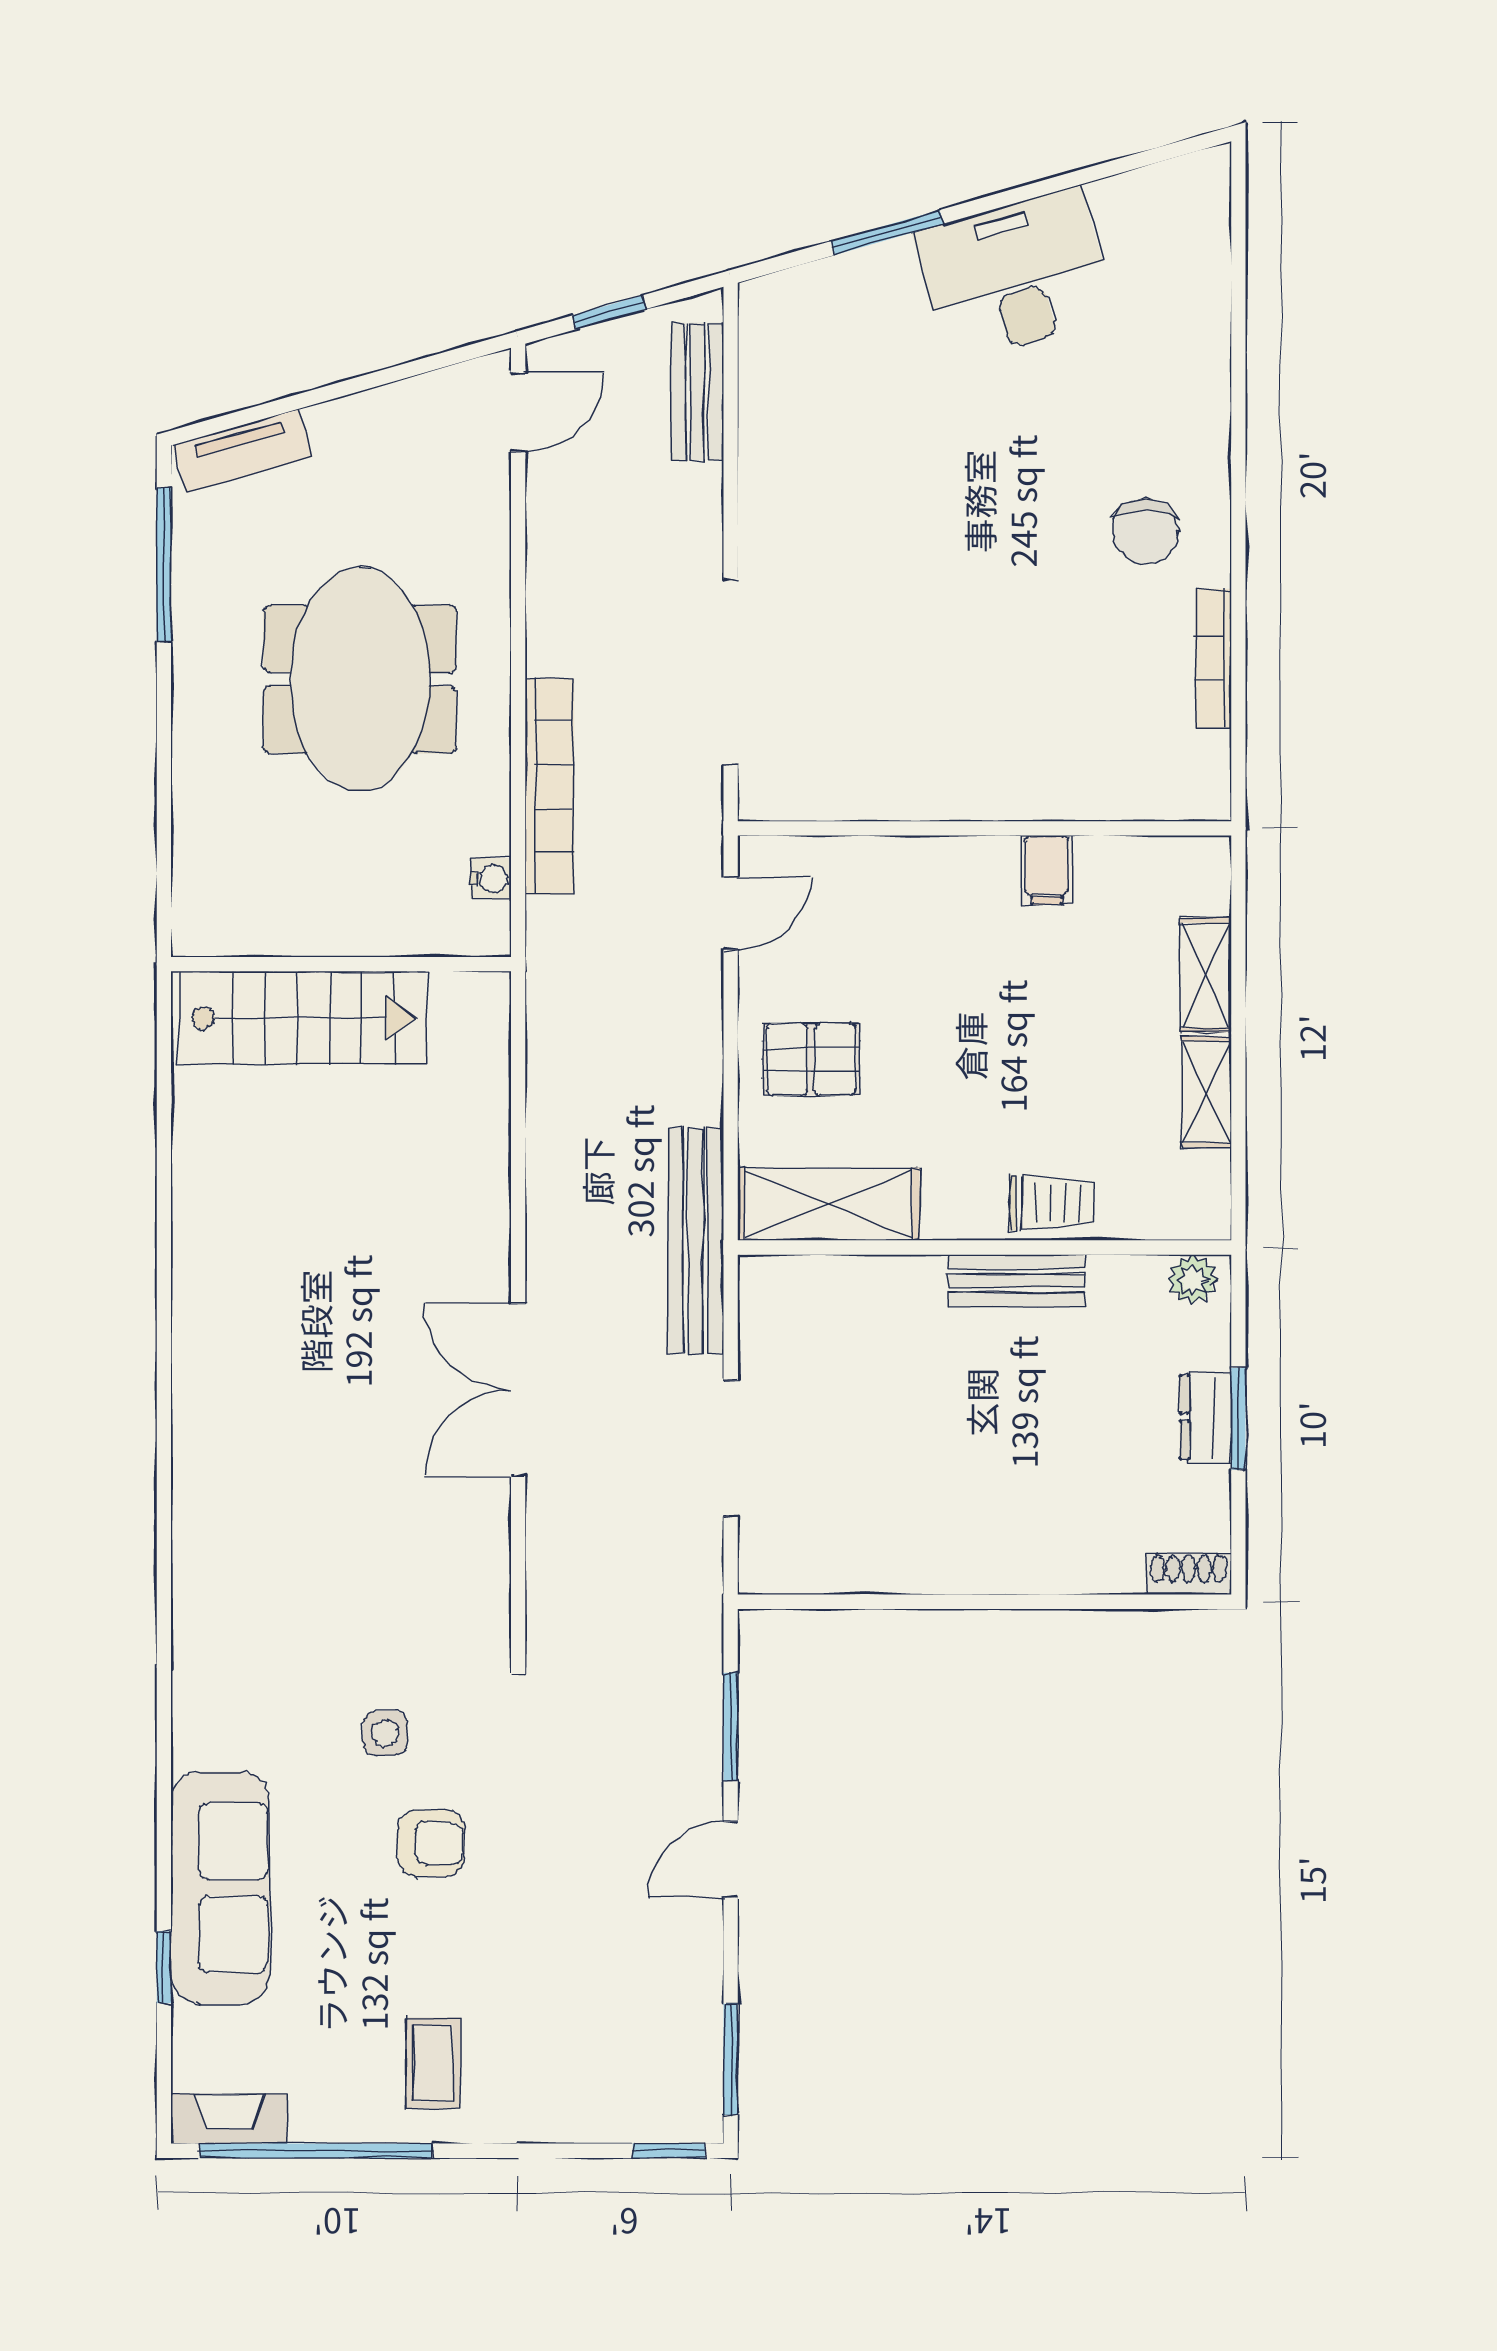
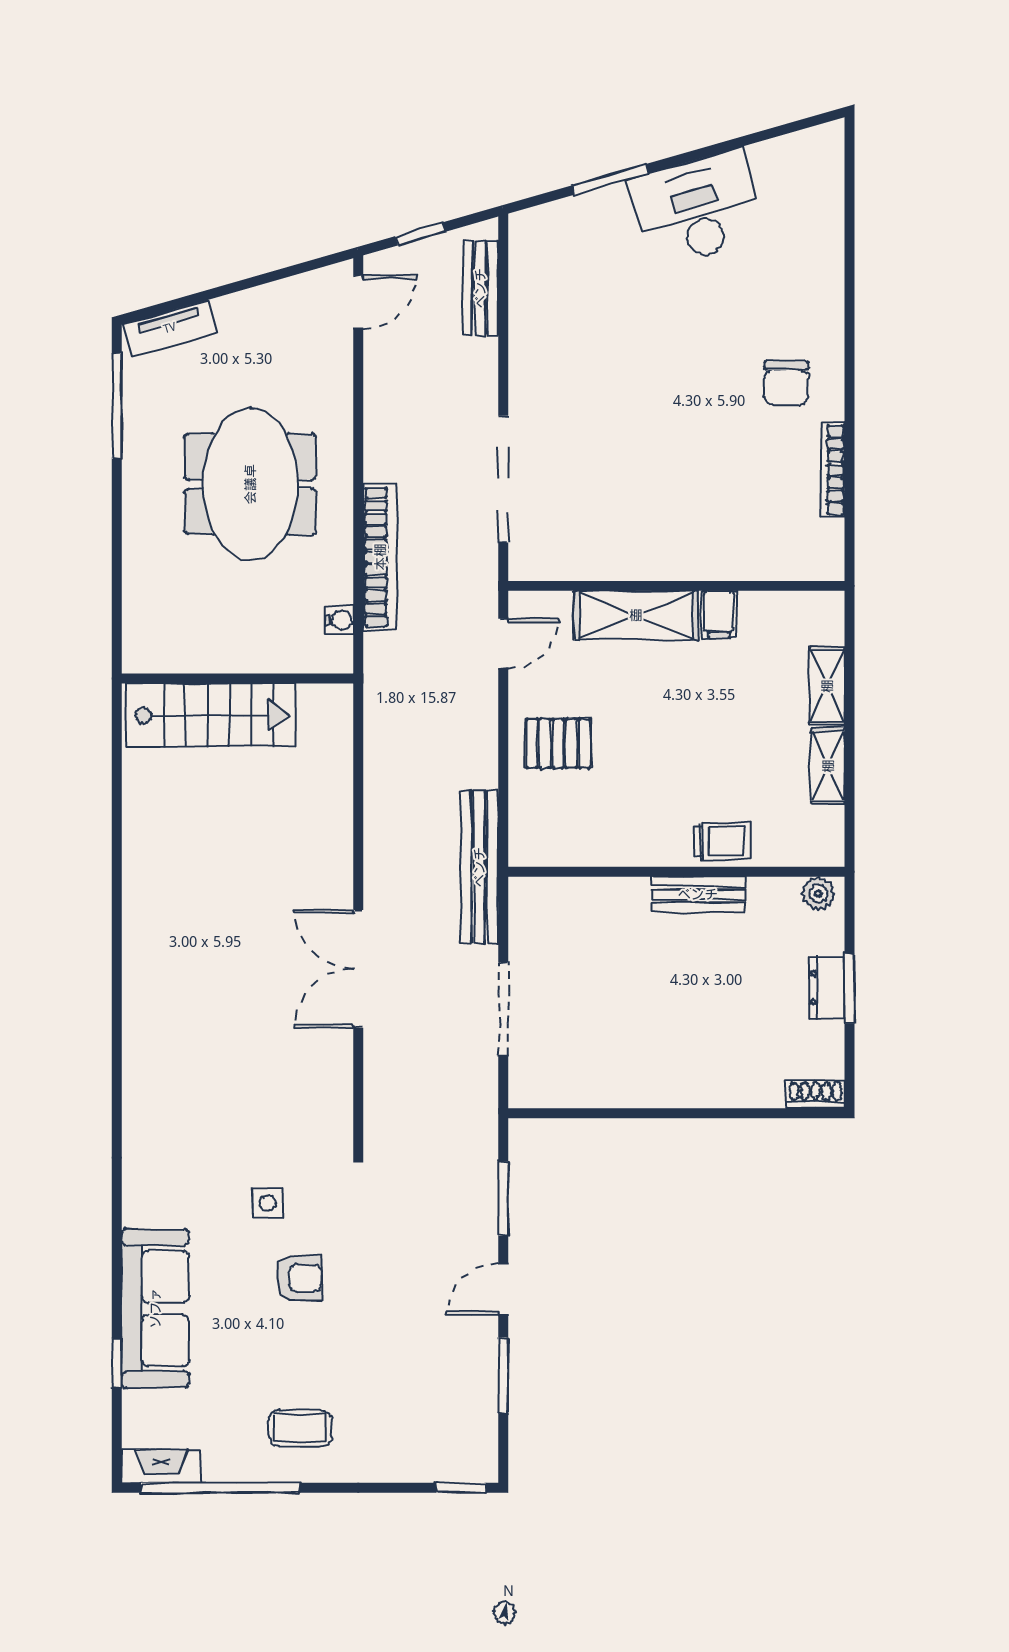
shelving: (829, 1204) -> (636, 615), moved
window: (731, 2059) -> (503, 1375), moved
coffee table: (433, 2063) -> (300, 1428), turned 90

